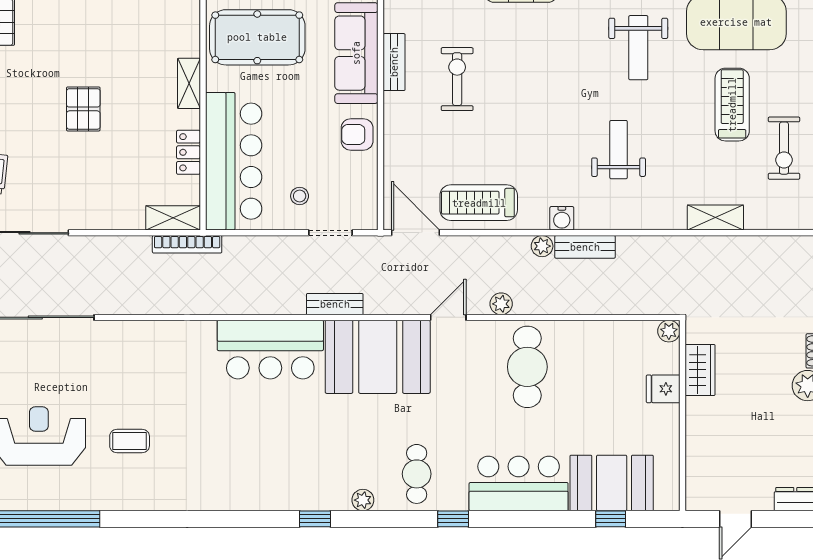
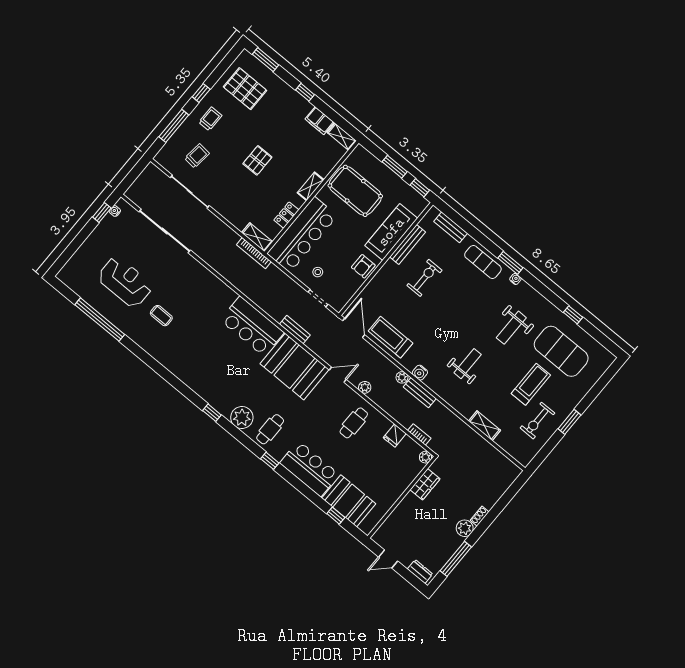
bench: (394, 62) -> (408, 244), width x1.36
armchair: (357, 134) -> (363, 266), turned -90
bookcase: (633, 306) -> (419, 434), added
cafe table: (527, 367) -> (354, 423), width x0.73, depth x0.74
fridge: (663, 389) -> (395, 436), moved, turned -90
plant: (363, 500) -> (242, 418), width x1.88, depth x1.88

